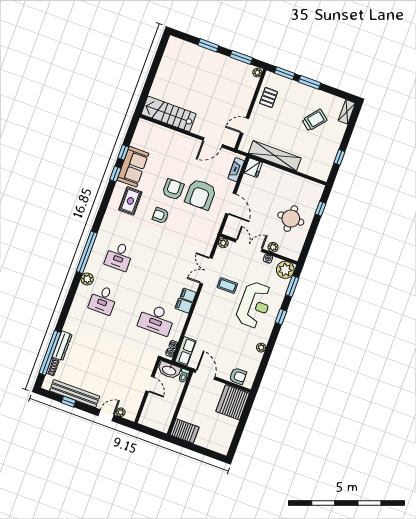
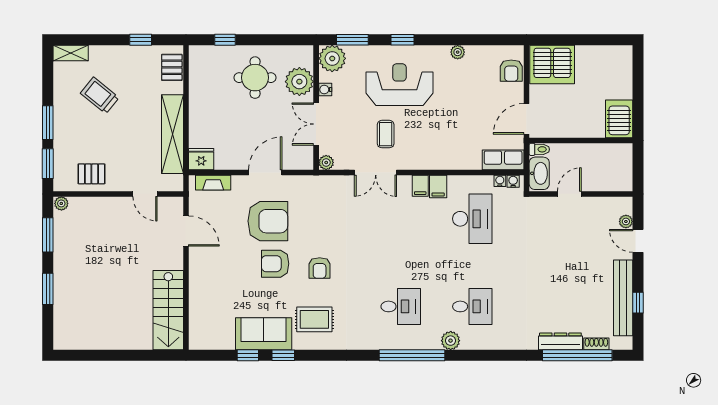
pallet: (316, 170) -> (172, 67), added
plant: (273, 247) -> (299, 82), width x1.88, depth x1.88
armchair: (238, 376) -> (511, 71), turned 180

